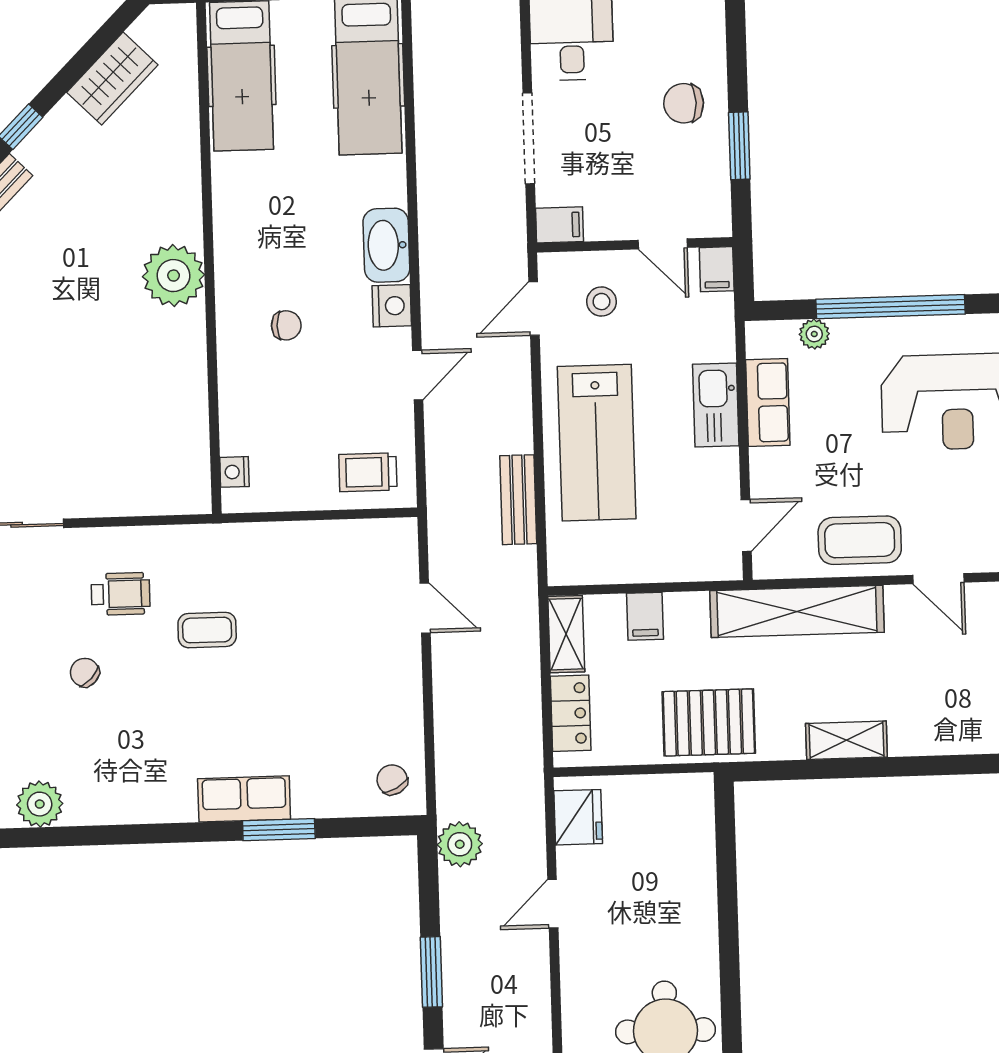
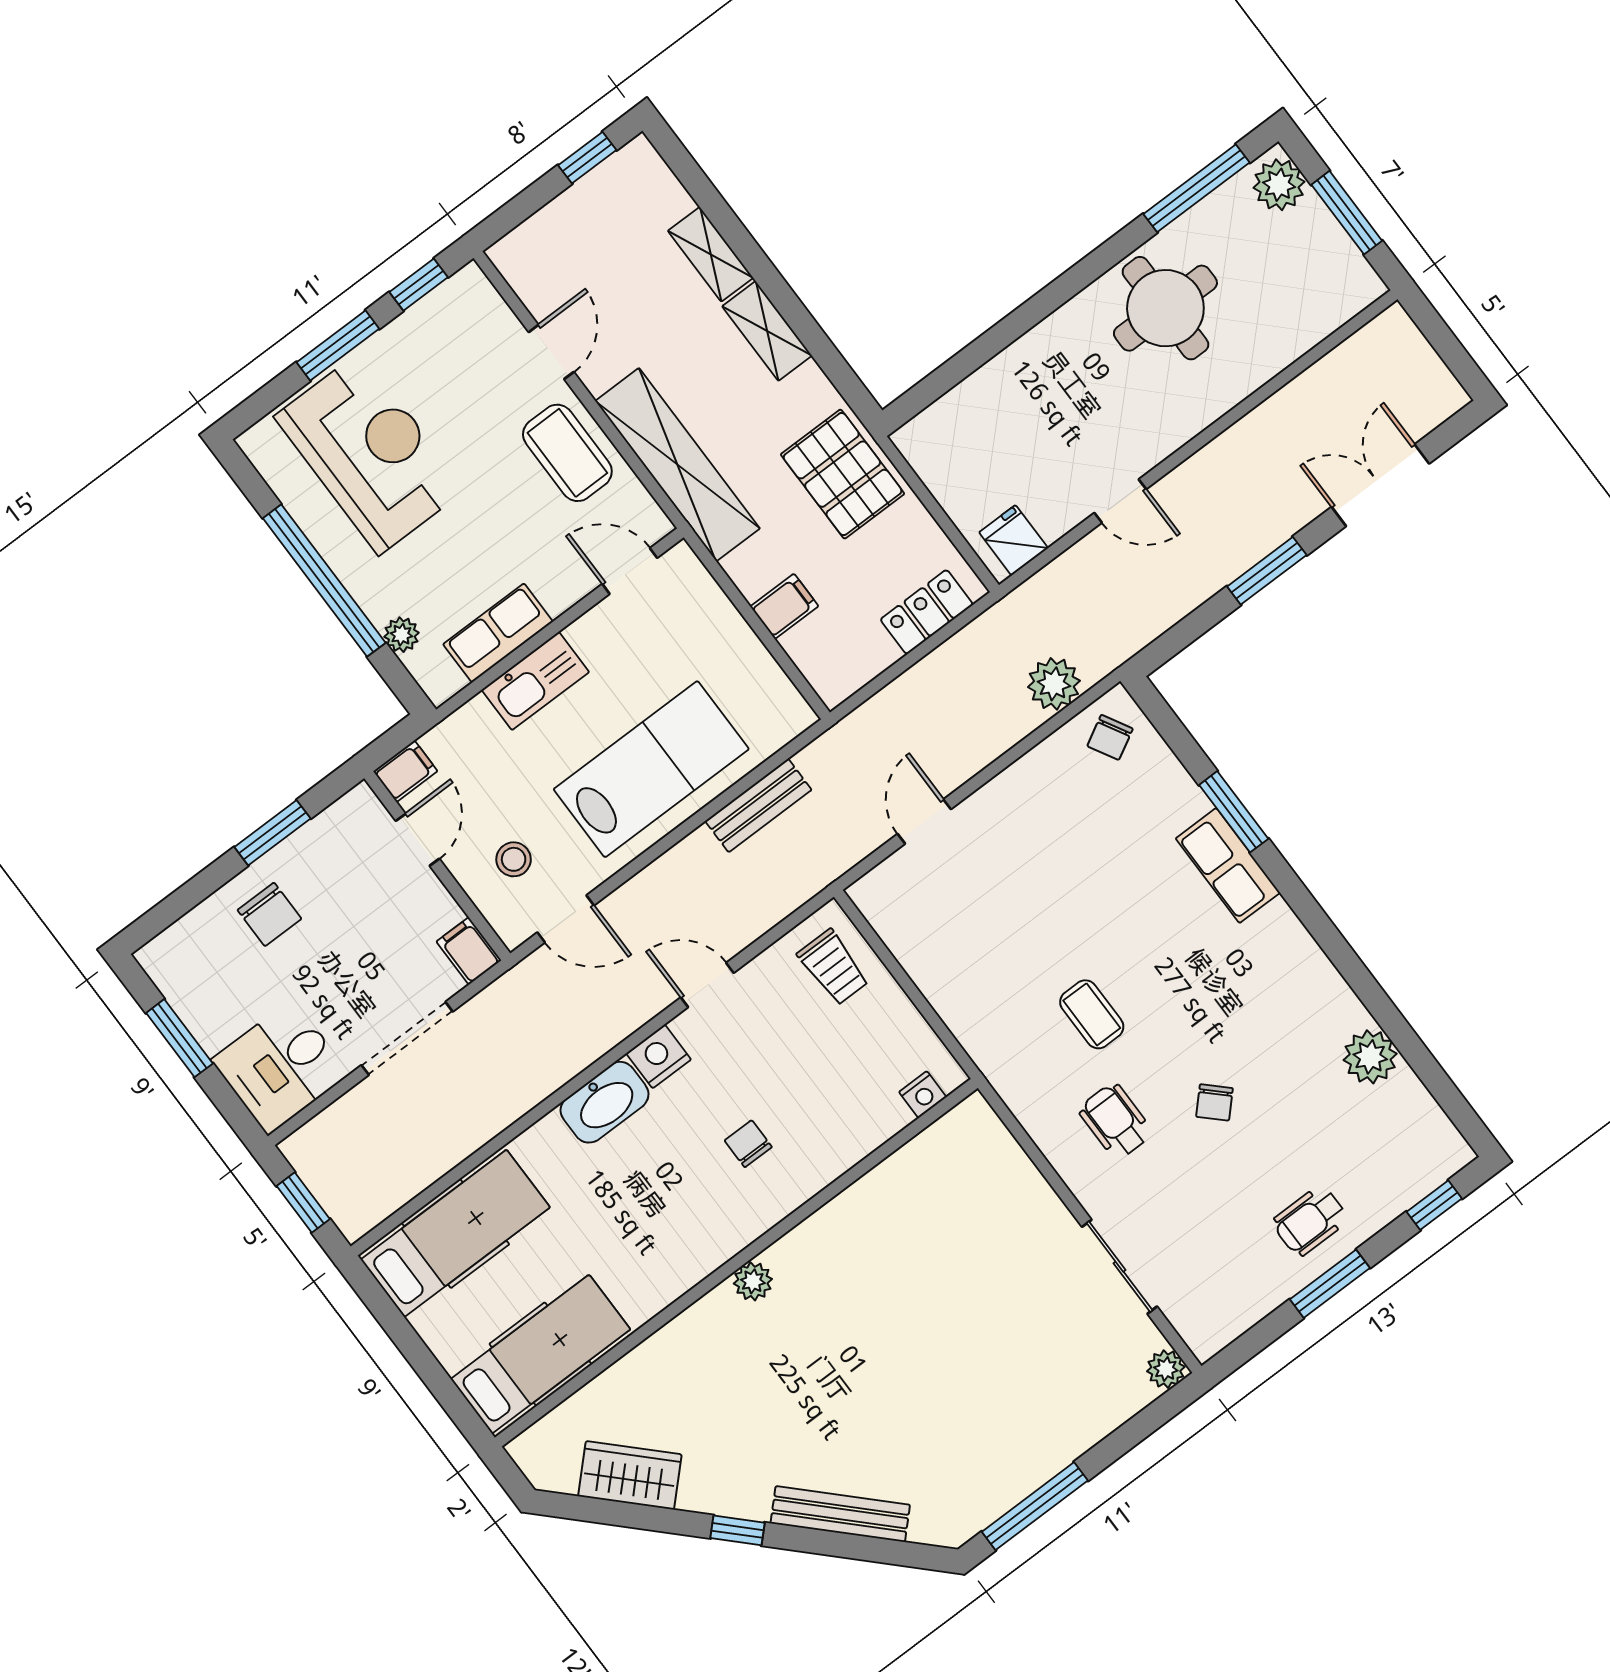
plant: (174, 276) -> (753, 1281), width x0.53, depth x0.53
shelving: (566, 634) -> (711, 254), moved, turned 90
fridge: (578, 817) -> (1014, 540), width x0.72
plant: (460, 844) -> (1054, 684), moved

